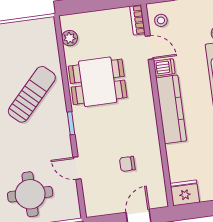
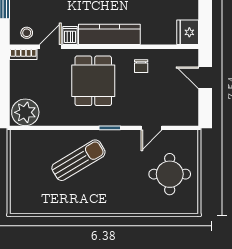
plant: (70, 38) -> (25, 112), width x1.88, depth x1.88
dining table: (98, 82) -> (93, 81), moved
sun lounger: (32, 94) -> (78, 160), turned 106
chair: (127, 164) -> (141, 66), moved

